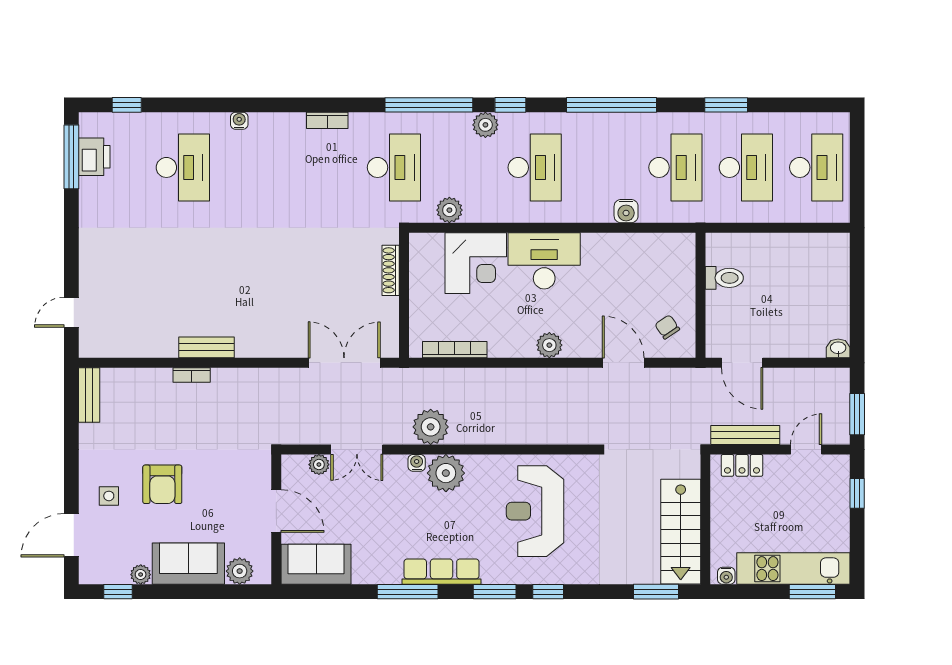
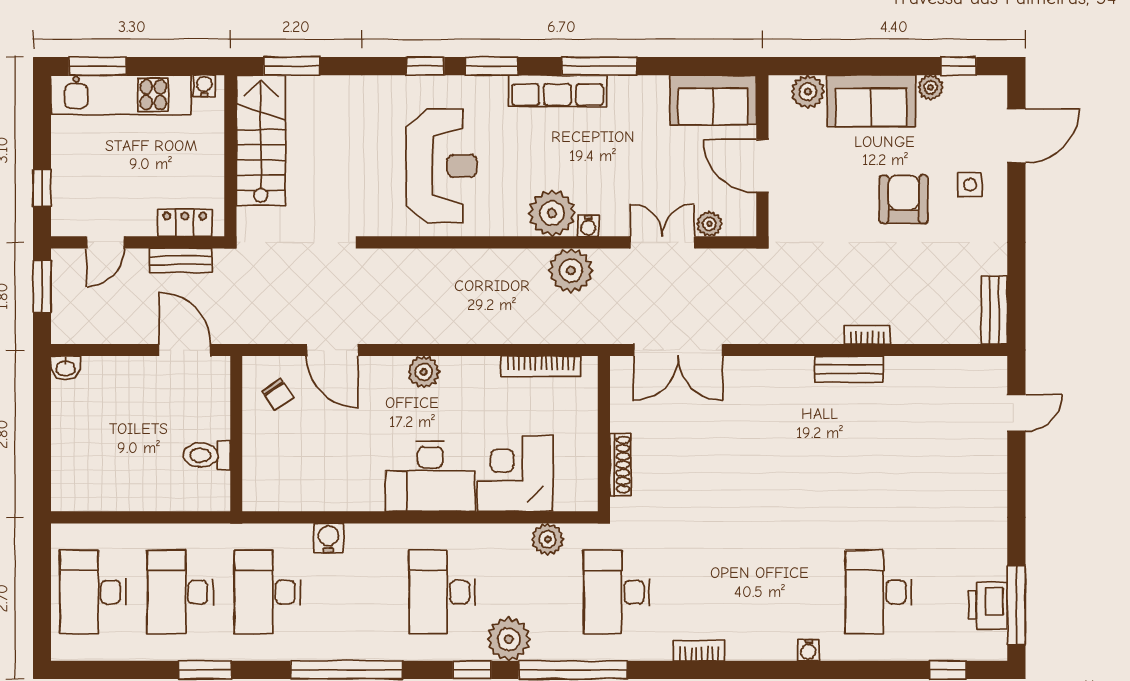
plant: (485, 125) -> (509, 639), width x1.36, depth x1.36
bench: (745, 435) -> (181, 260), width x0.73

